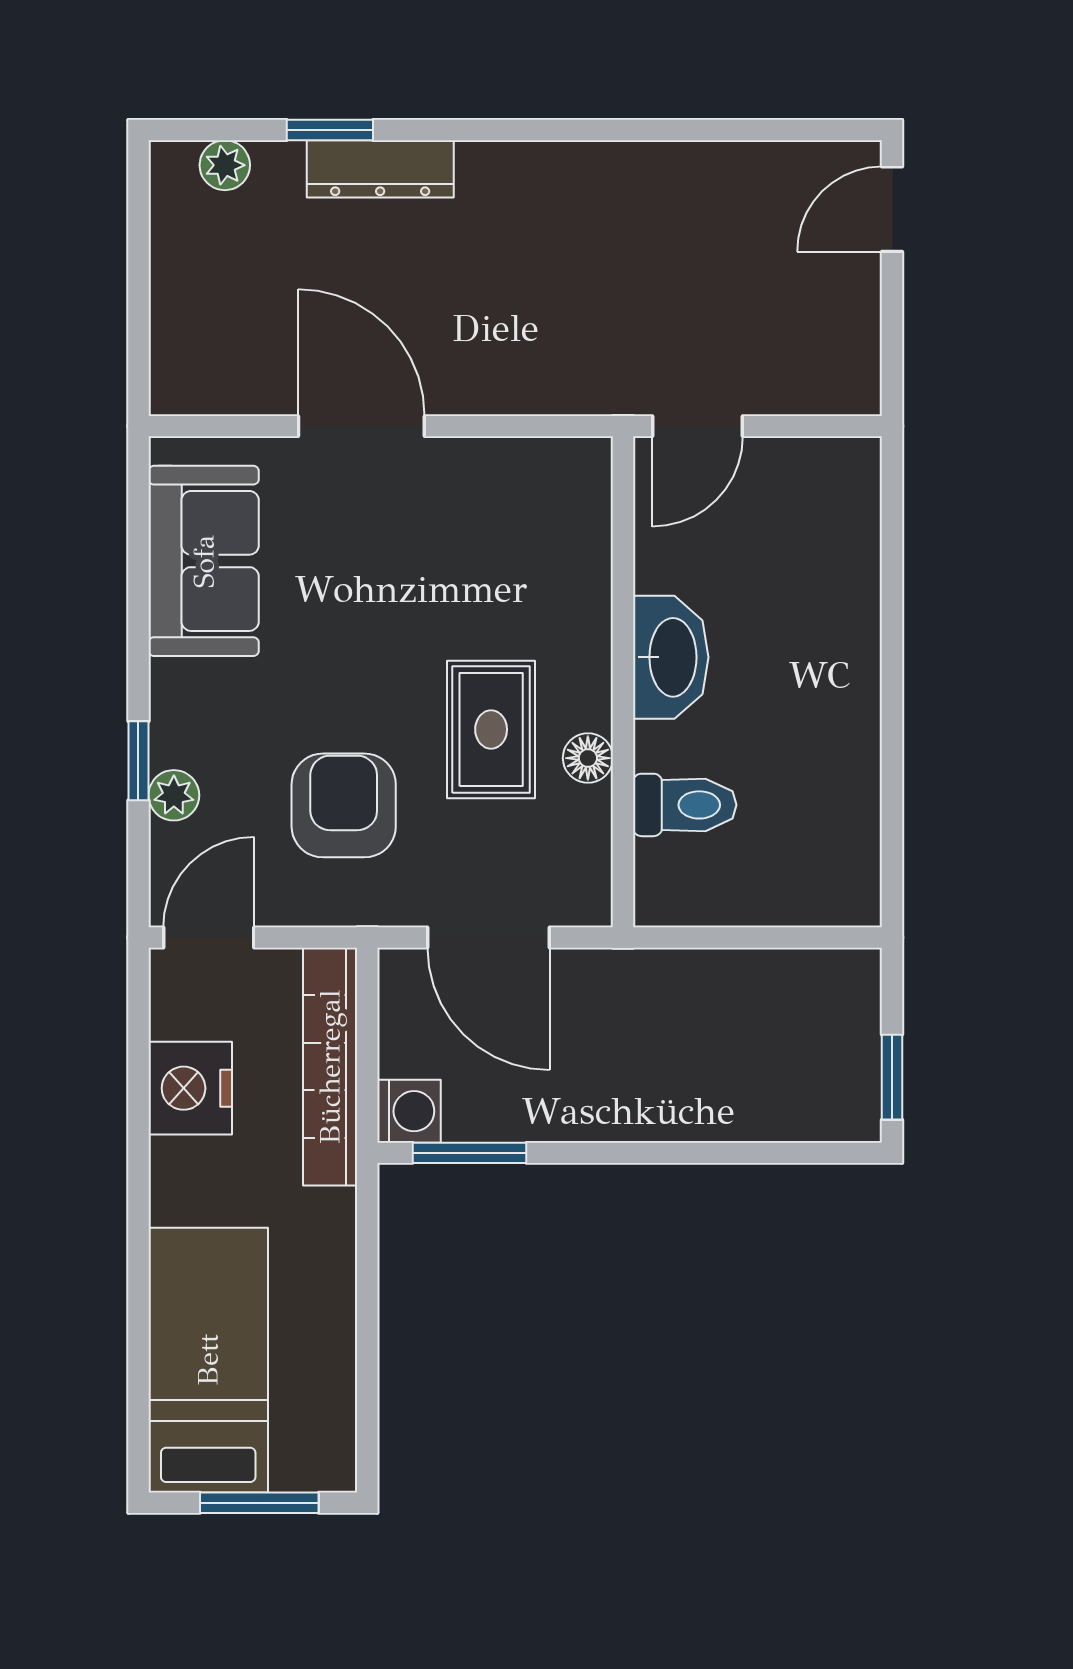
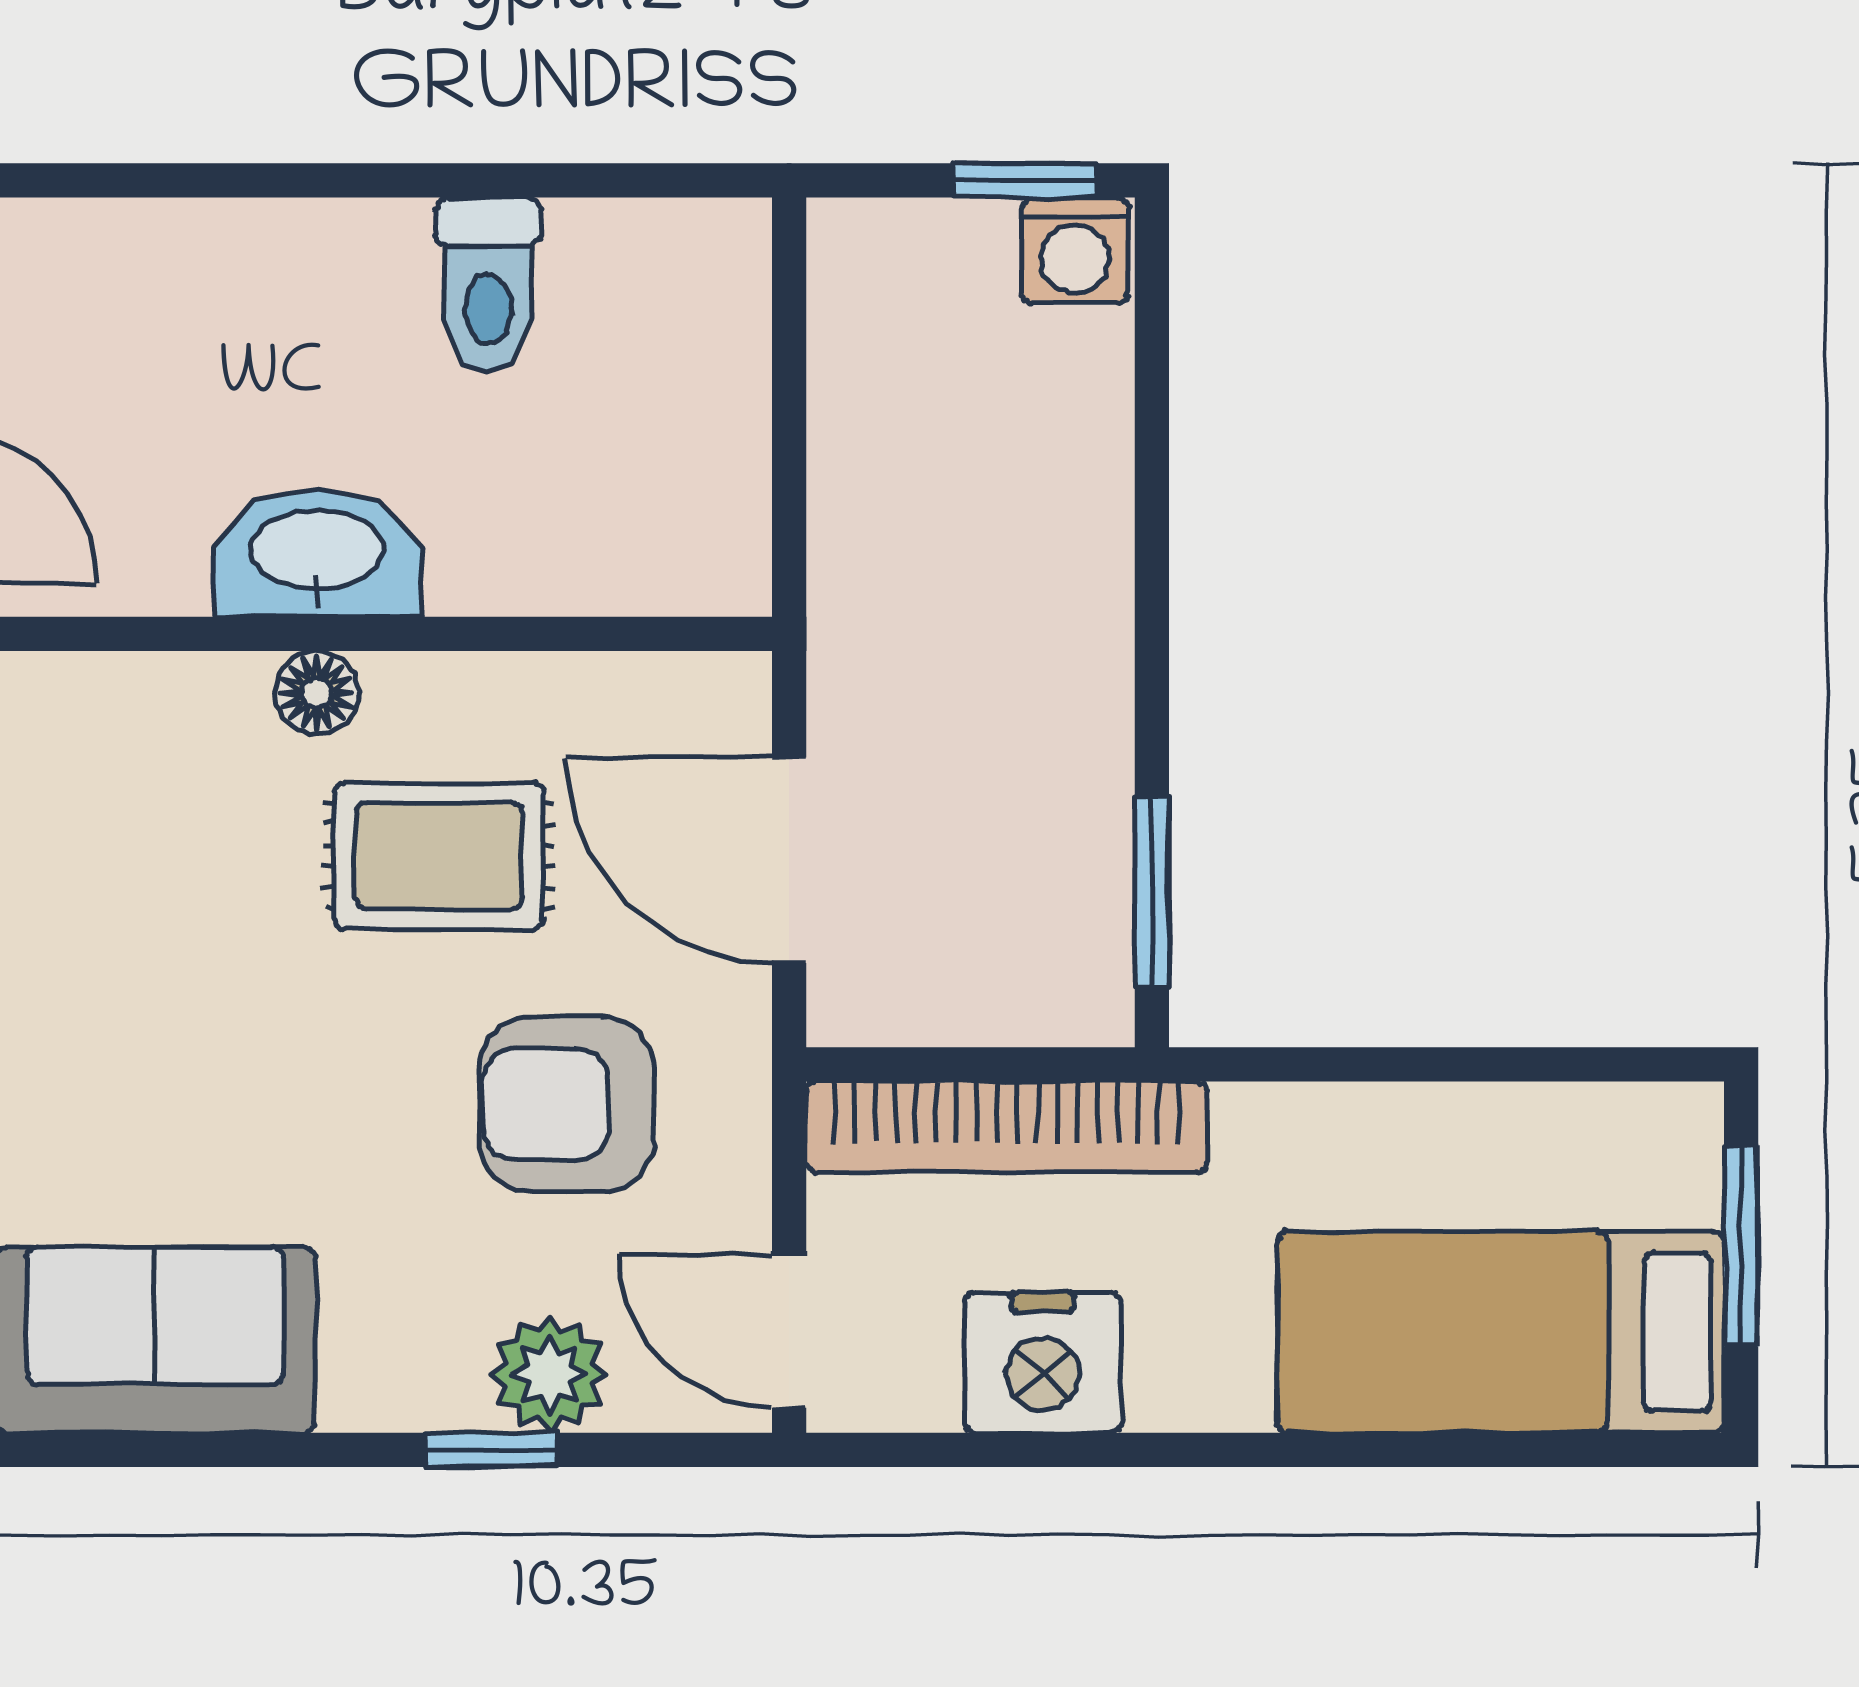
floor lamp: (588, 758) -> (317, 693), moved
plant: (174, 795) -> (549, 1374), width x1.38, depth x1.38
toilet: (685, 805) -> (488, 285), moved, turned 180
door: (488, 938) -> (789, 860), swing flipped
washing machine: (409, 1111) -> (1075, 251), moved, turned 180

